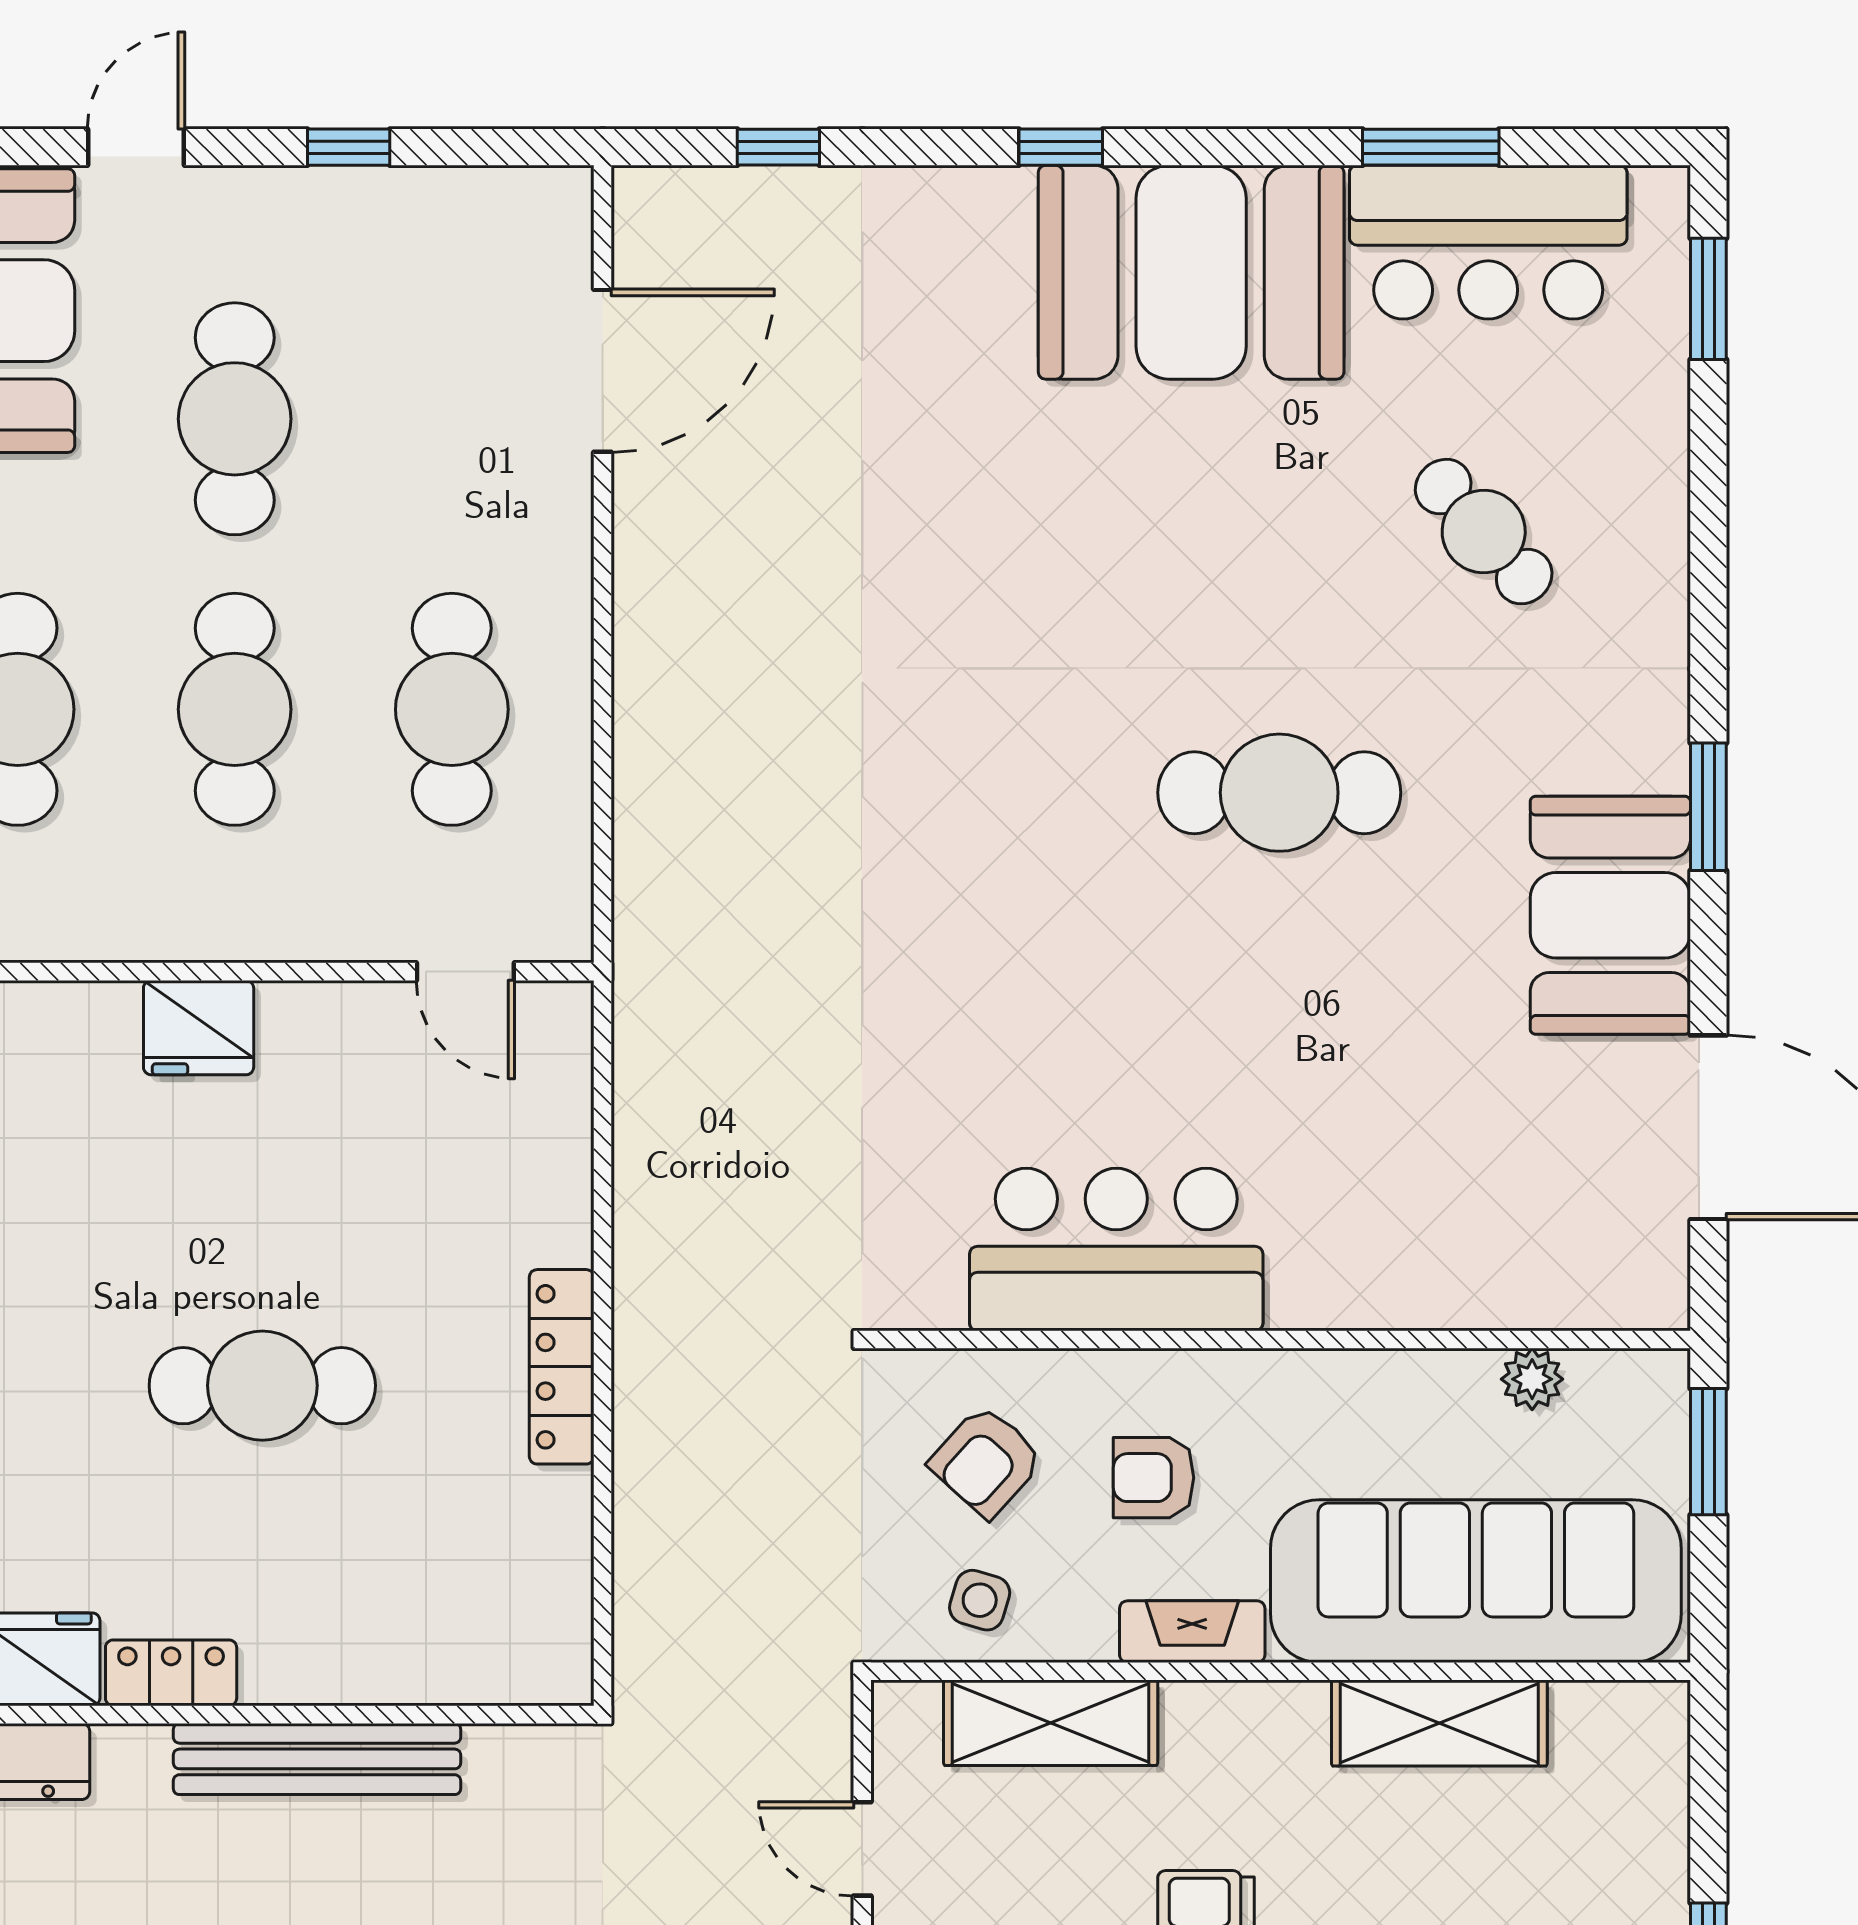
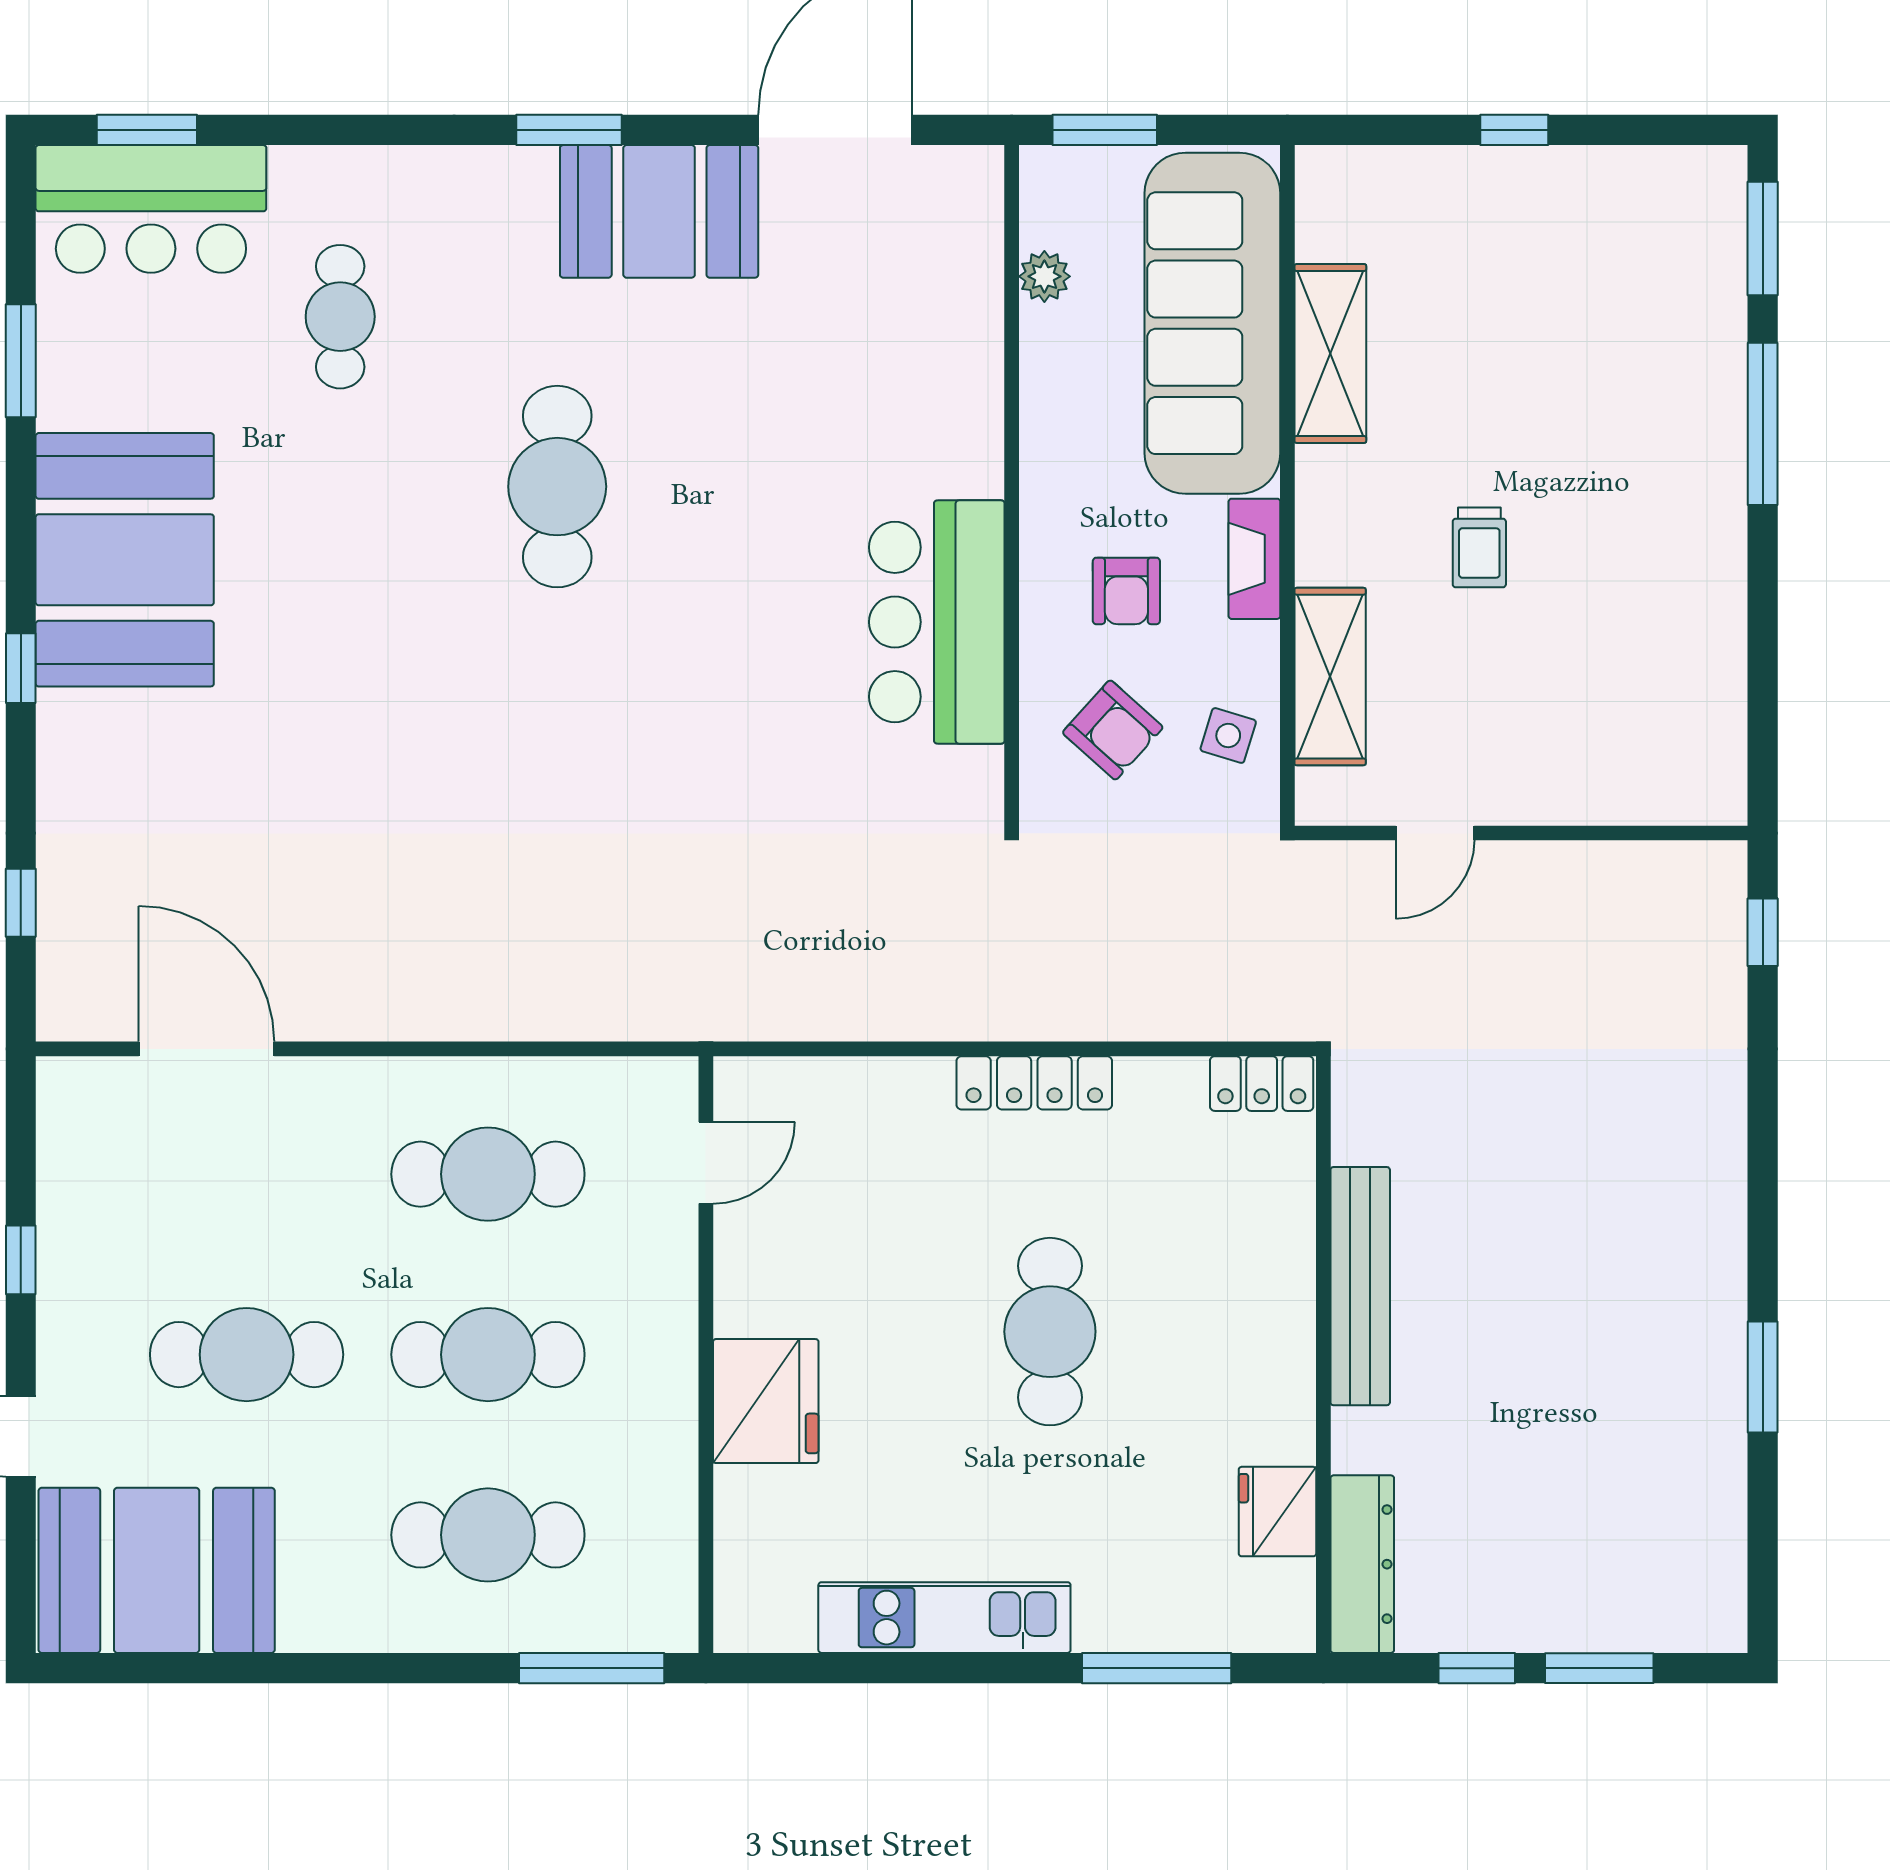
bar counter: (1488, 242) -> (151, 209), moved, turned 90
cafe table: (1484, 532) -> (340, 317), turned -48
fridge: (199, 1028) -> (766, 1401), width x1.36, depth x1.34
locker: (171, 1673) -> (1262, 1084), moved, turned -90

